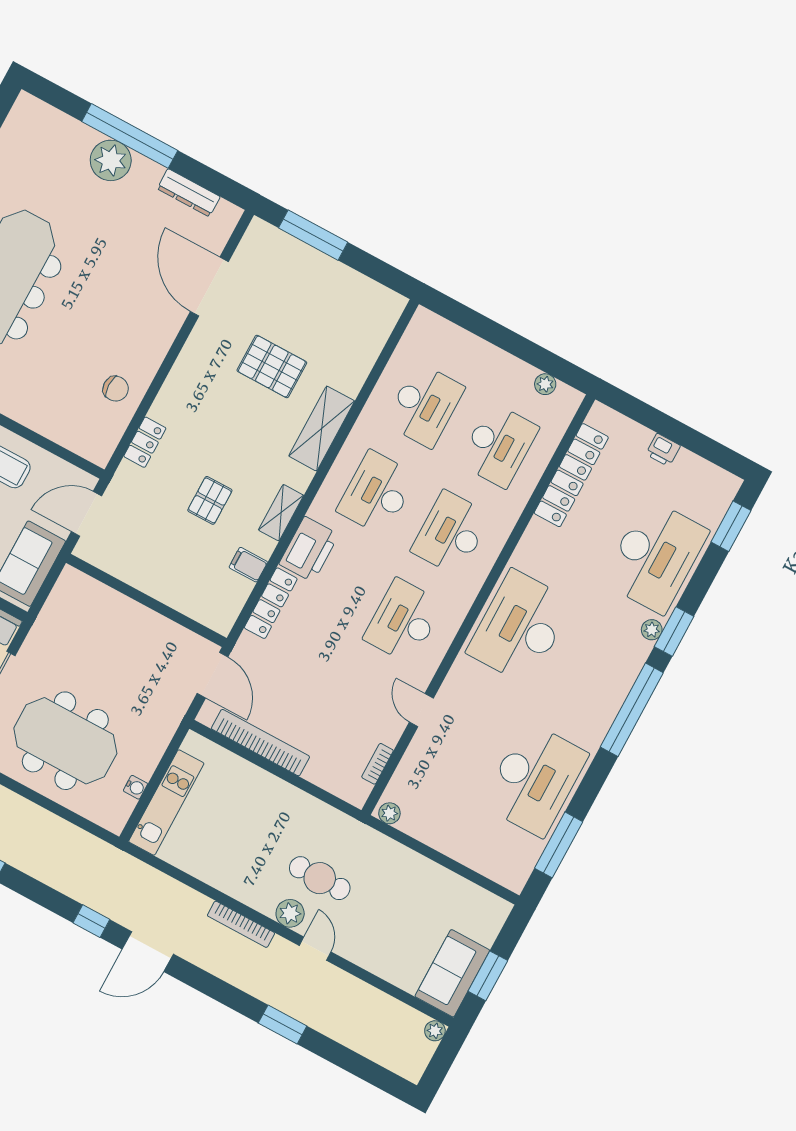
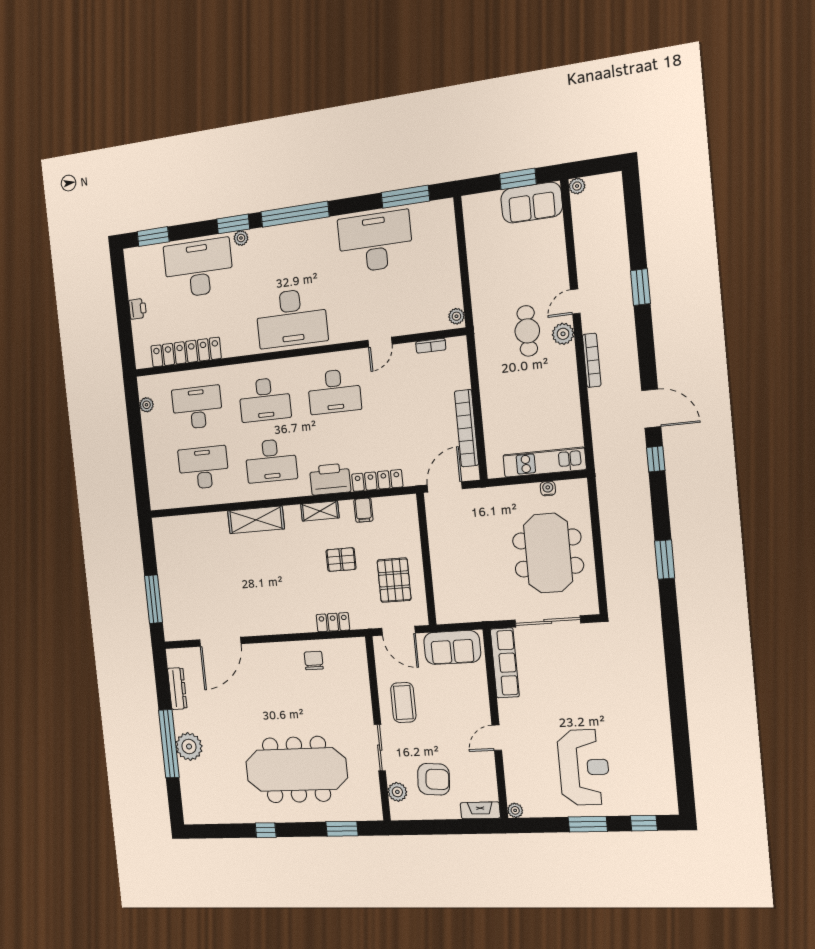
pallet: (272, 367) -> (394, 580), moved

